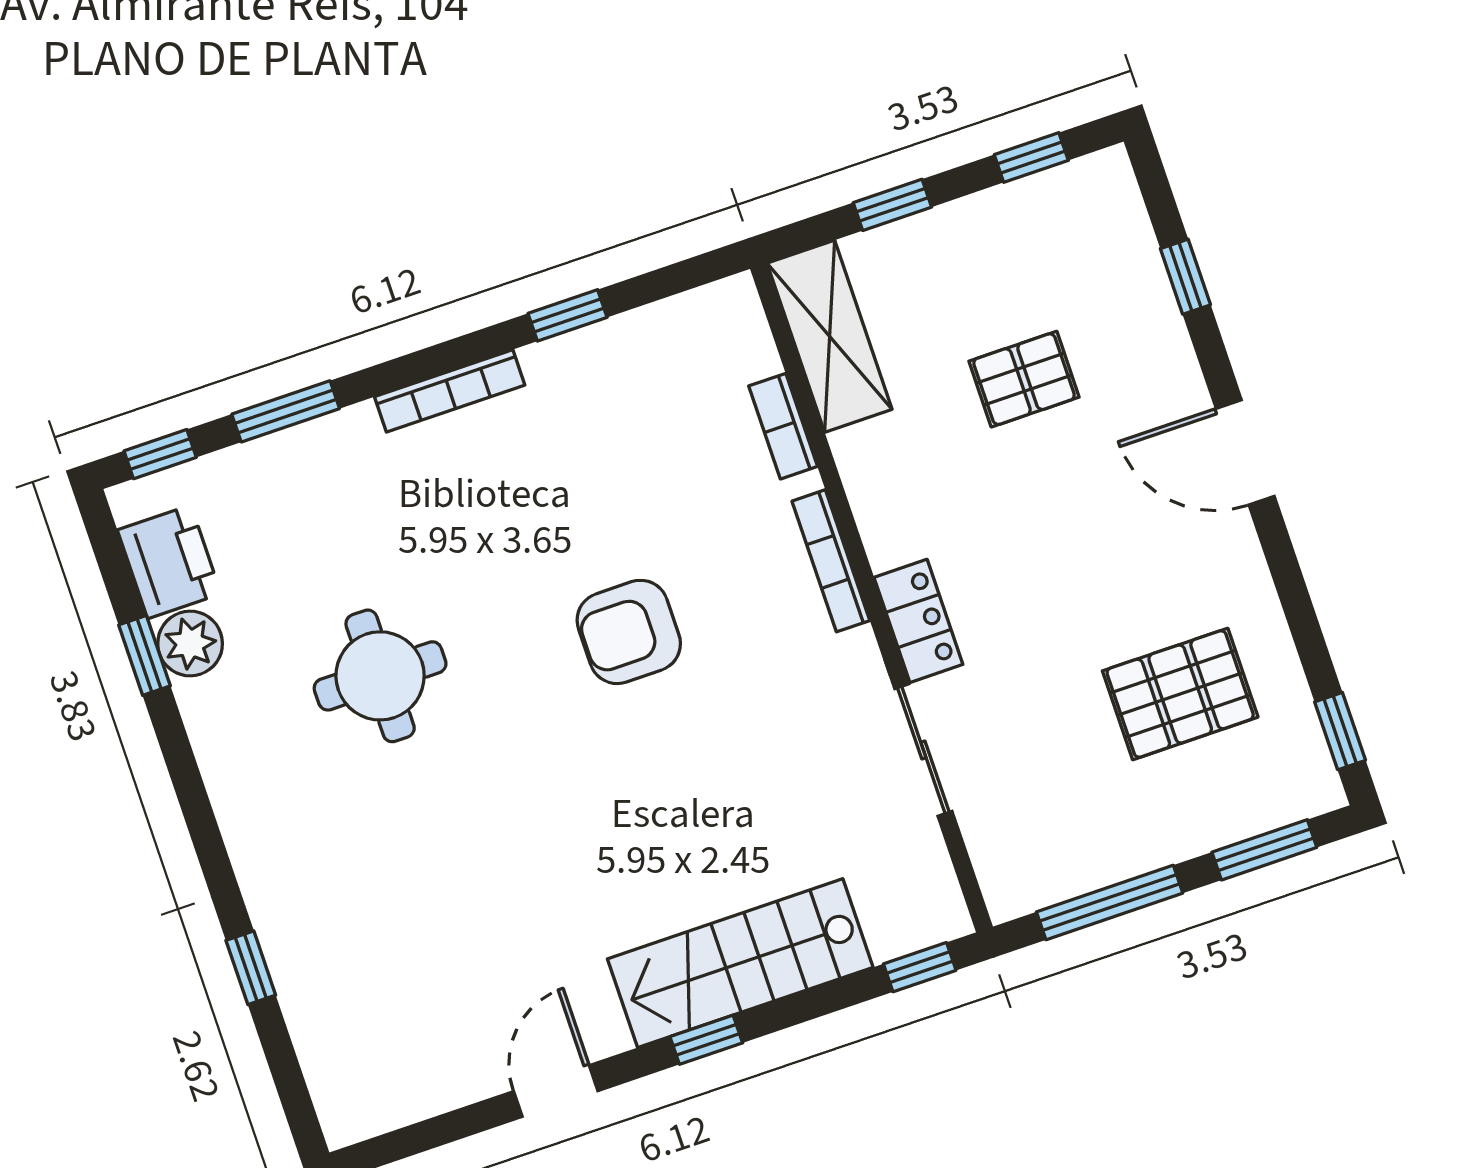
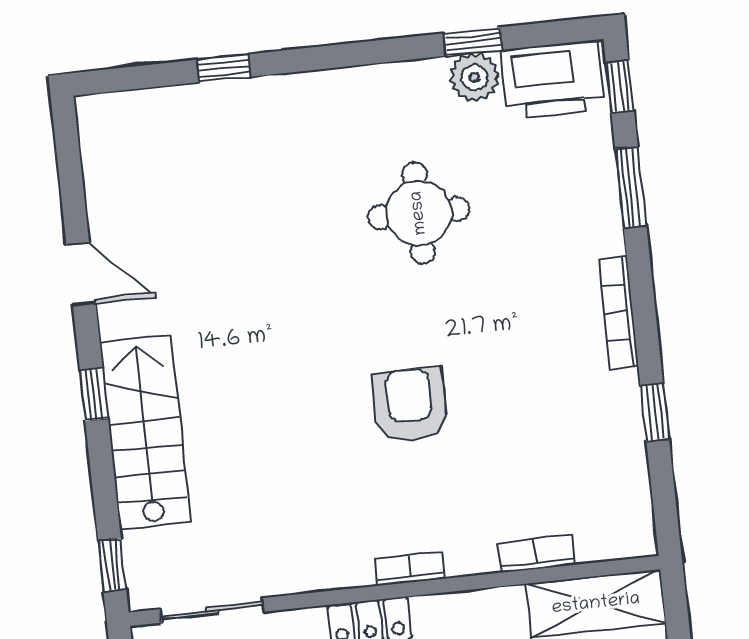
bookcase: (831, 561) -> (410, 569), width x0.64
printer: (169, 562) -> (552, 80), width x1.37, depth x1.19
sliding door: (923, 750) -> (212, 610), moved

